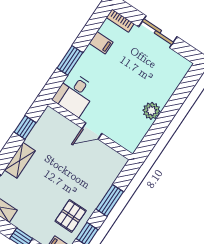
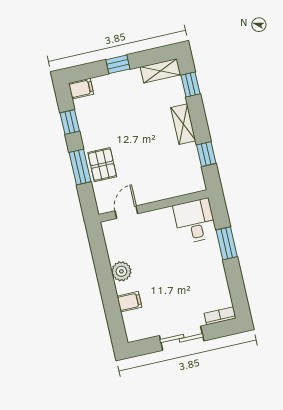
filing cabinet: (101, 43) -> (129, 302), moved, turned 180
door: (92, 131) -> (126, 212), moved
pallet: (71, 216) -> (102, 165), moved

